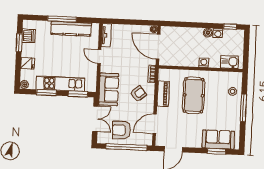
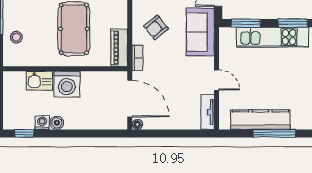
kitchen sink: (229, 62) -> (40, 81), moved
washing machine: (204, 63) -> (67, 84), width x1.89, depth x1.89
piano: (163, 94) -> (119, 48), moved

